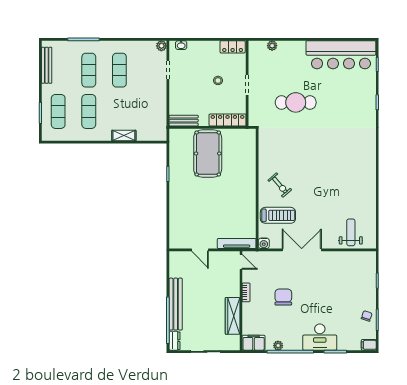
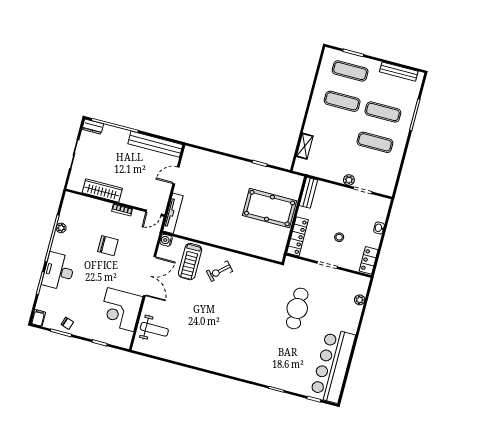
washbasin: (181, 45) -> (379, 228), moved
plant: (161, 46) -> (349, 180), moved
shelving: (124, 136) -> (305, 146), moved
corner desk: (341, 269) -> (121, 310), added
bench: (176, 304) -> (155, 144), moved
filing cabinet: (254, 343) -> (70, 204), removed

